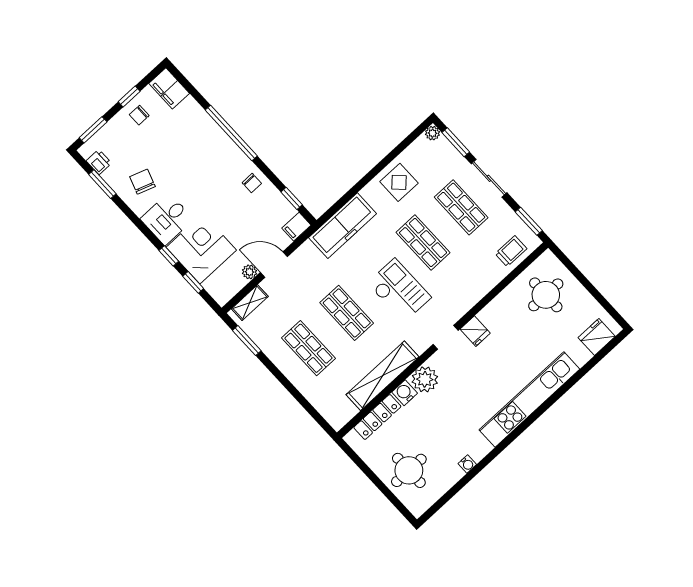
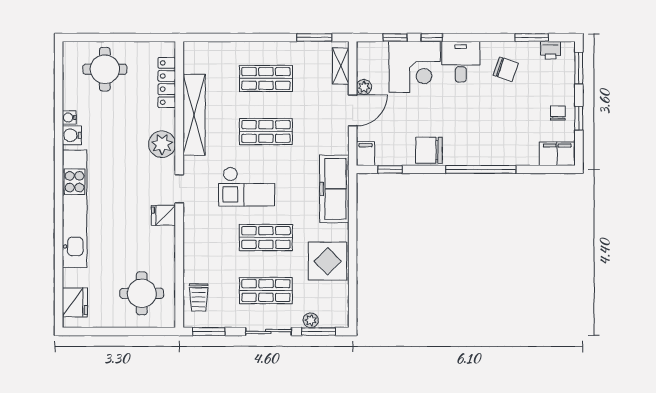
plant: (432, 133) -> (311, 320), moved
display table: (399, 182) -> (328, 261), width x1.36, depth x1.36
chair: (252, 183) -> (429, 150), width x1.87, depth x1.87
water cooler: (405, 393) -> (72, 135), moved, turned 180

